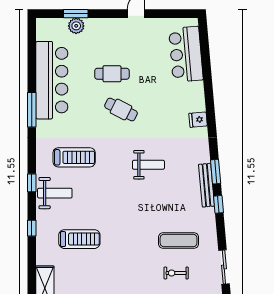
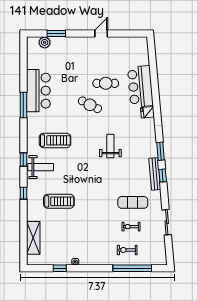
plant: (76, 26) -> (45, 42), moved
bar counter: (186, 54) -> (140, 86), moved
cafe table: (112, 74) -> (106, 83), moved
bar counter: (52, 80) -> (38, 91), width x0.73
weight bench: (148, 165) -> (110, 146), turned -90
bench: (206, 185) -> (155, 174), moved

